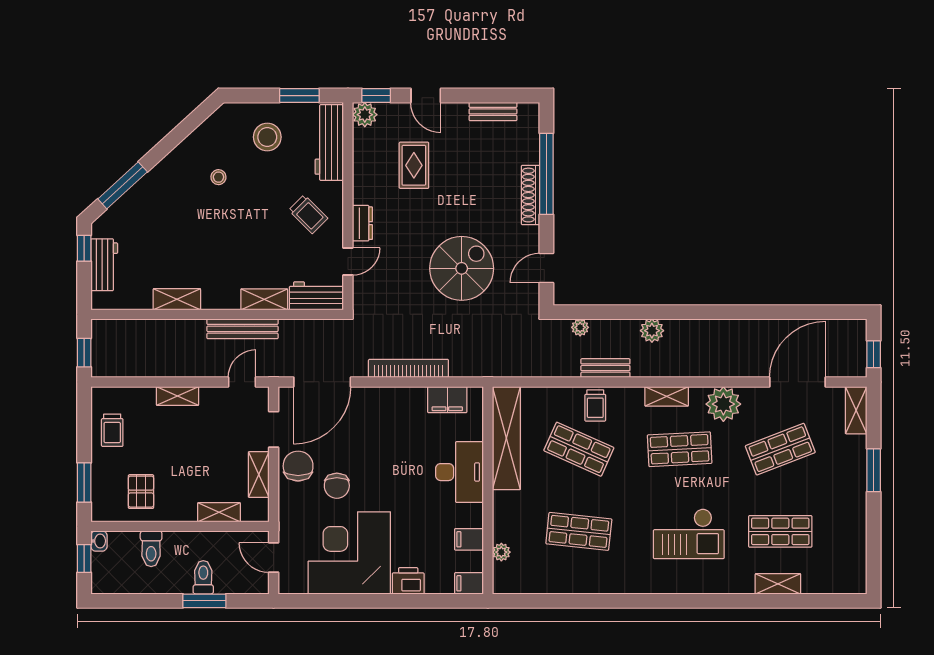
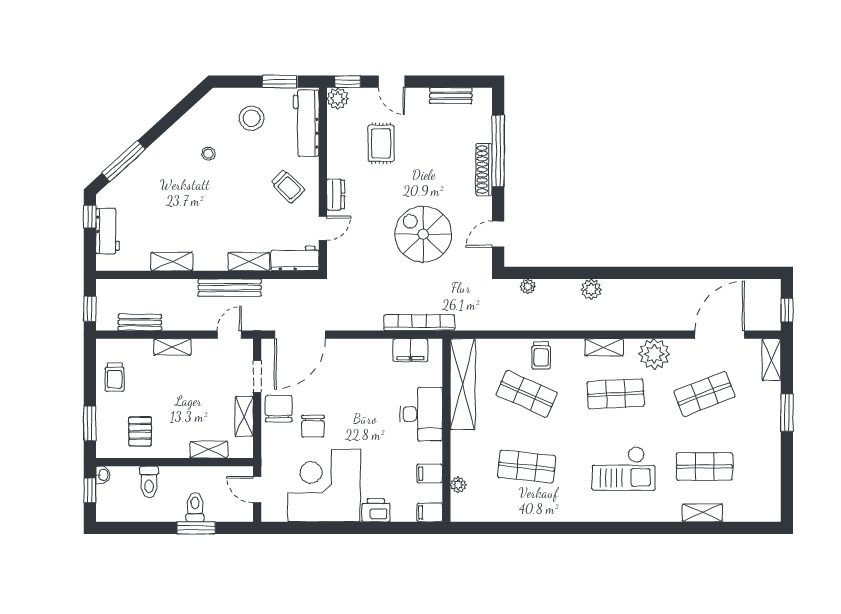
spiral stairs: (462, 268) -> (423, 234), turned -90
bookcase: (408, 368) -> (419, 323), moved
bench: (605, 368) -> (140, 322), moved

